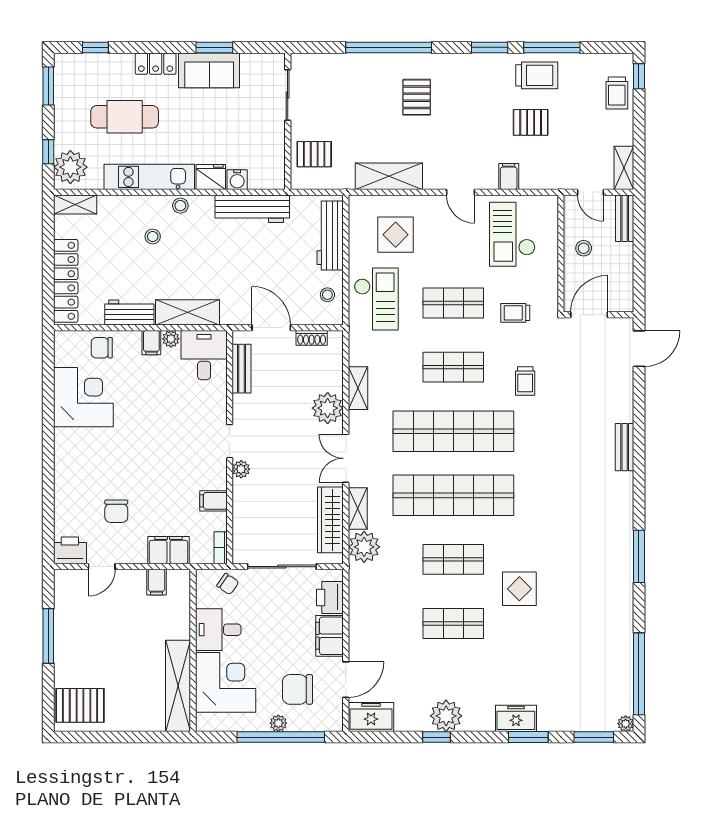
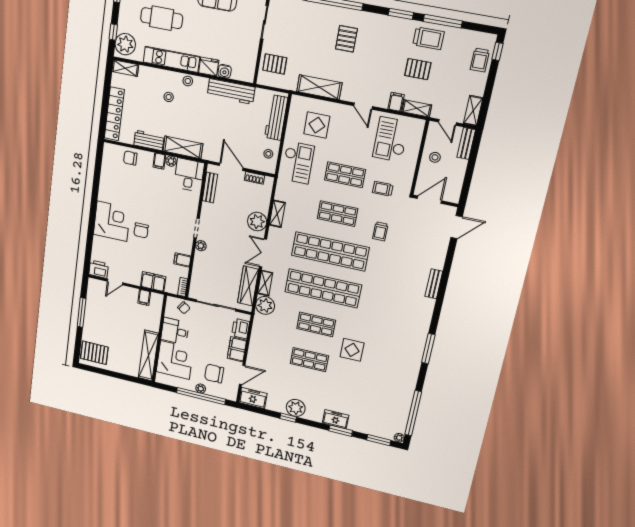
shelving: (541, 180) -> (417, 108), added
corner desk: (83, 397) -> (112, 221), moved
chair: (116, 511) -> (141, 230), moved

